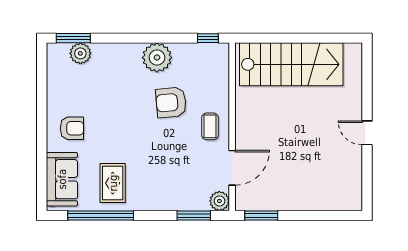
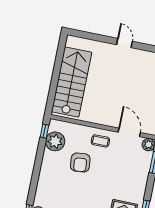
plant: (157, 58) -> (55, 141), moved
door: (367, 133) -> (124, 43), swing flipped

